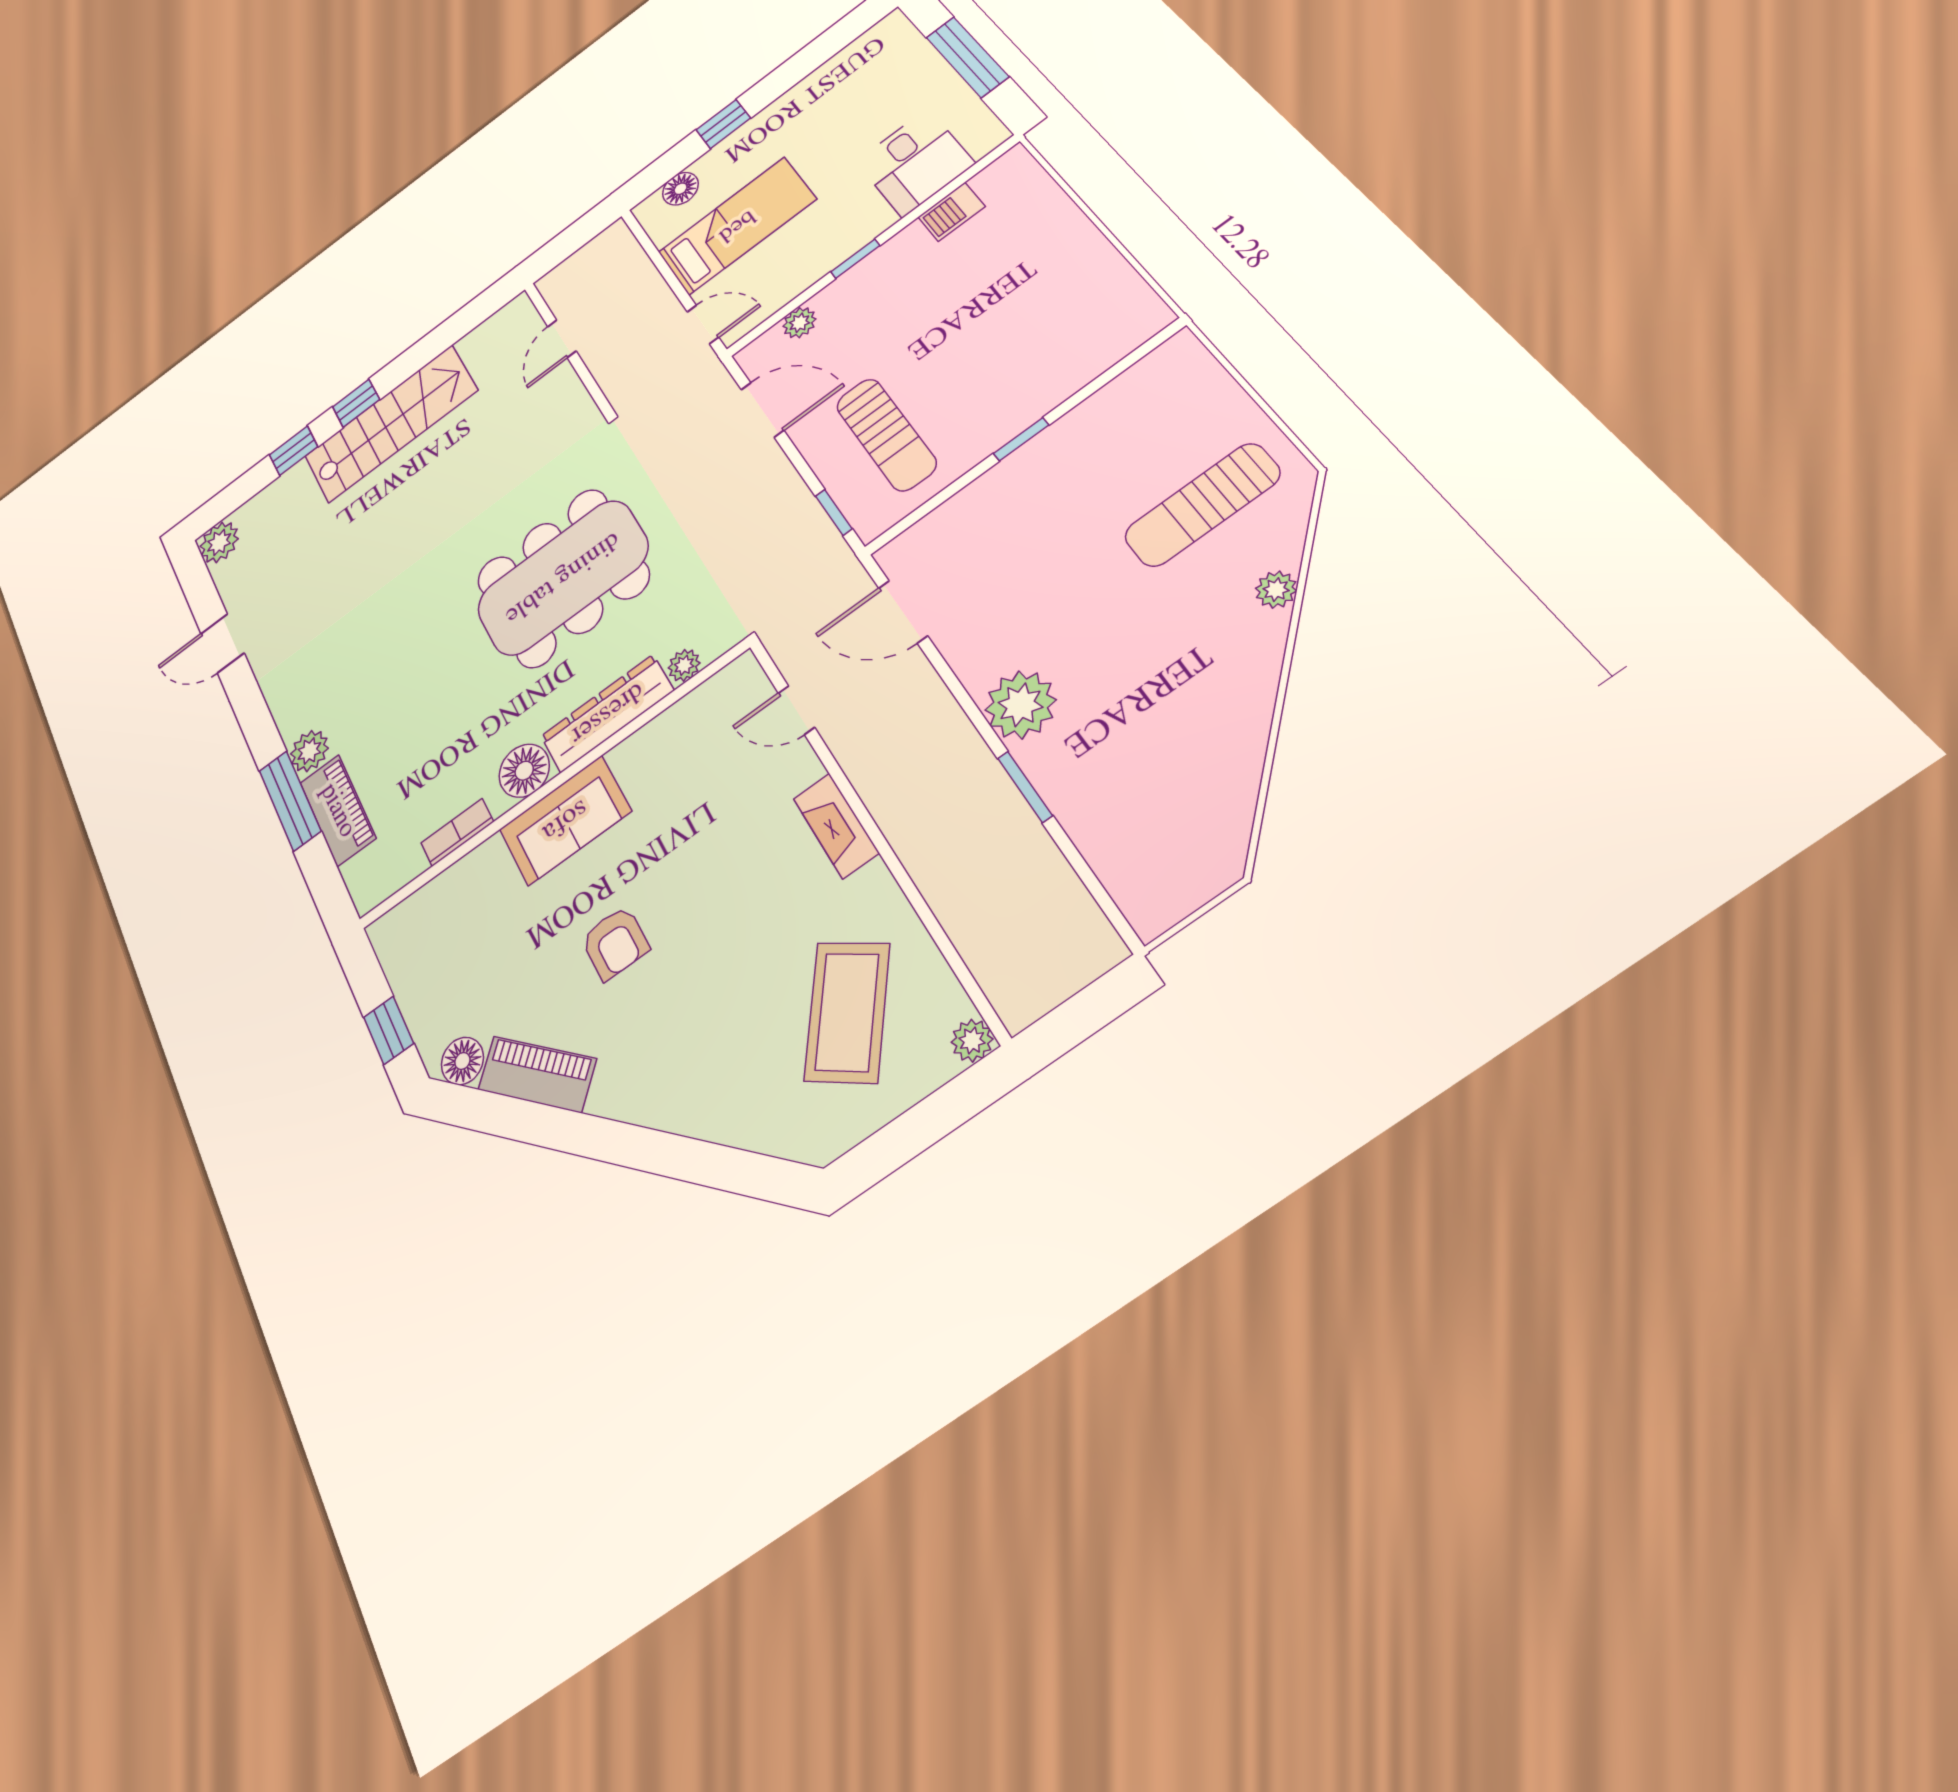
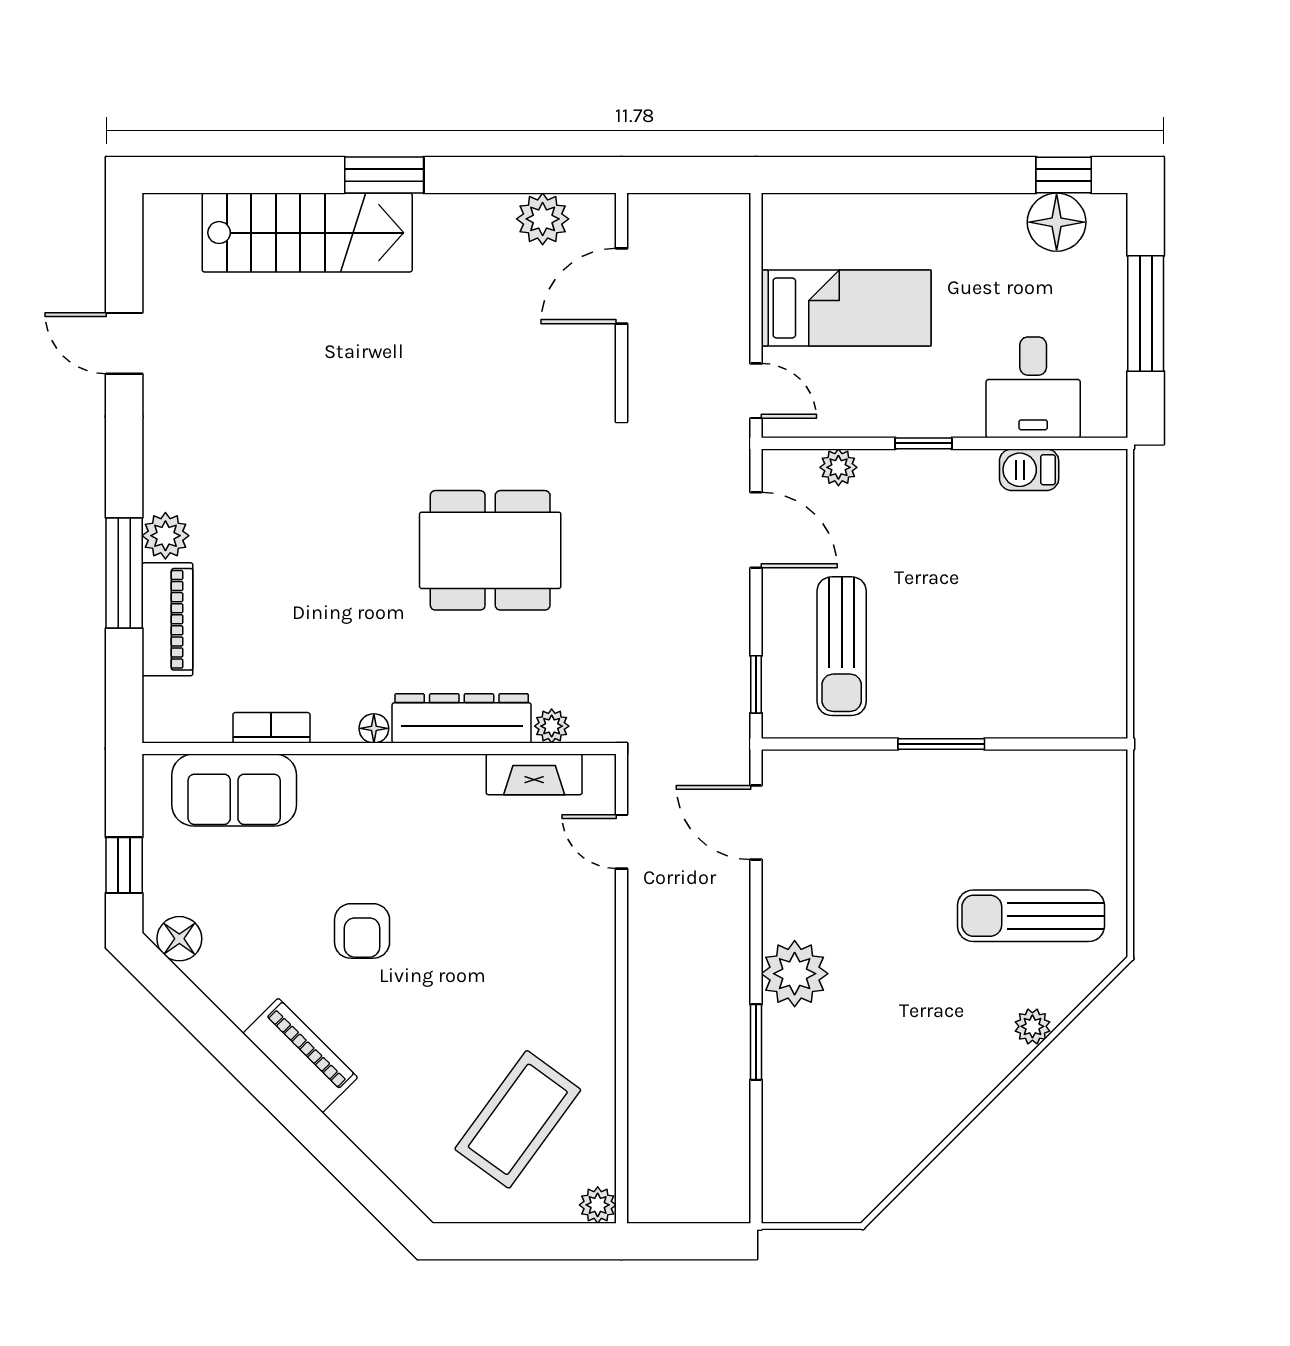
window: (723, 124) -> (1064, 175), moved
floor lamp: (680, 189) -> (1057, 222), moved, width x1.38, depth x1.38
door: (562, 339) -> (621, 286), width x1.37
window: (356, 403) -> (384, 175), width x1.50
stairs: (391, 424) -> (307, 233), moved
window: (1021, 439) -> (941, 744), width x1.50
window: (293, 451) -> (294, 175), removed
plant: (219, 542) -> (543, 219), moved
dining table: (562, 578) -> (490, 550), width x0.73, depth x0.80
floor lamp: (524, 771) -> (374, 728), width x0.53, depth x0.53
sofa: (565, 820) -> (234, 790), moved
fireplace: (836, 826) -> (534, 774), moved, turned -90
piano: (537, 1074) -> (300, 1055), moved

